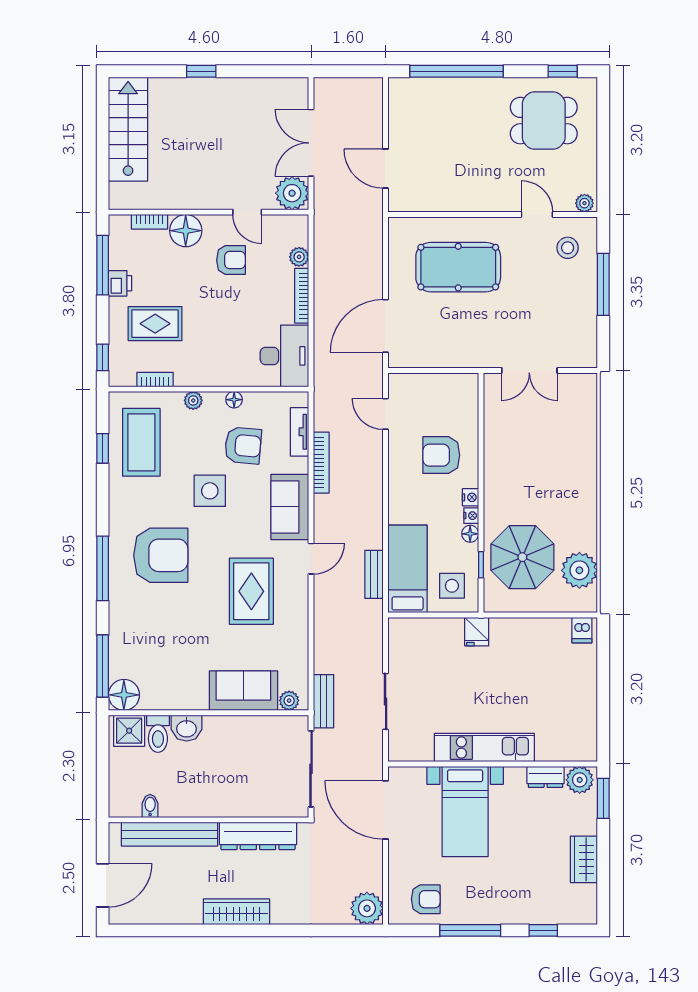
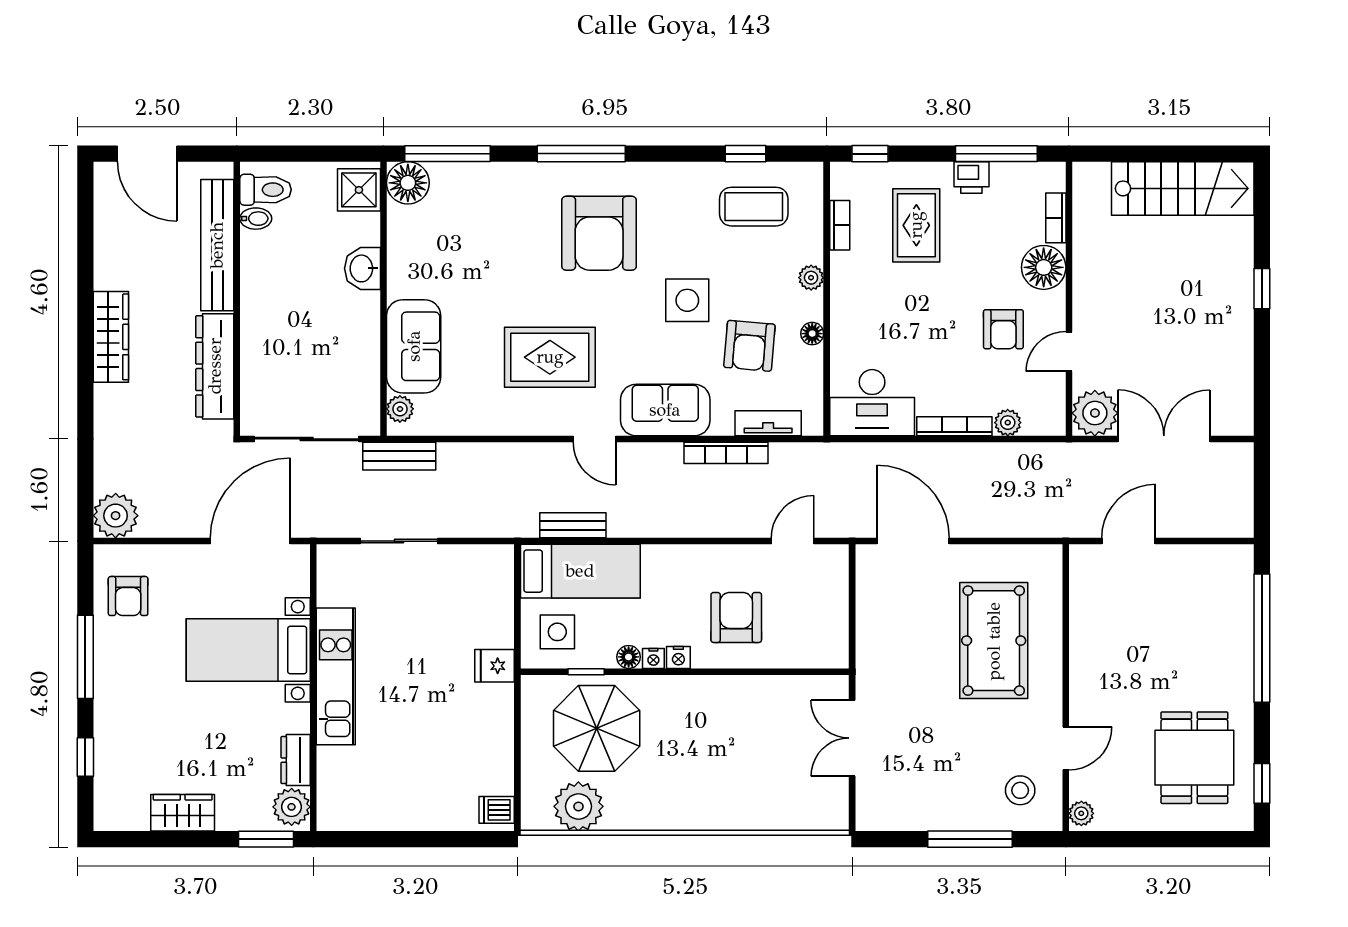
coffee table: (141, 442) -> (754, 207), width x0.73, depth x0.76
toilet: (158, 734) -> (266, 190), moved, turned 180

